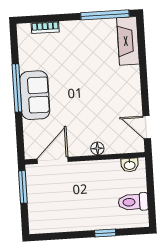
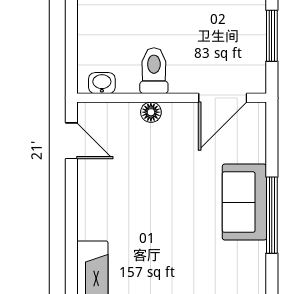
window: (23, 187) -> (272, 36), moved
toilet: (133, 202) -> (154, 71), moved, turned -90

